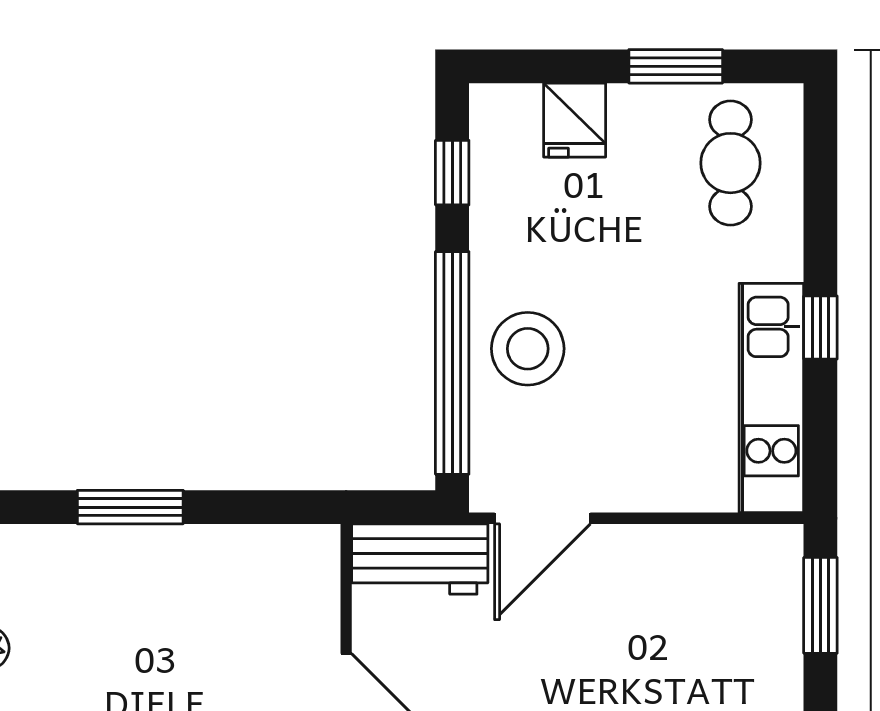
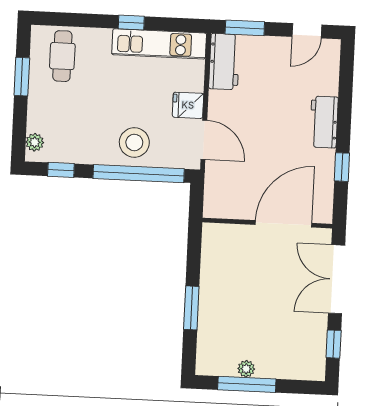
plant: (517, 105) -> (35, 142), added
fridge: (575, 120) -> (188, 105), moved, turned 180
cafe table: (730, 163) -> (62, 56), turned 90
workbench: (420, 559) -> (224, 62), moved

